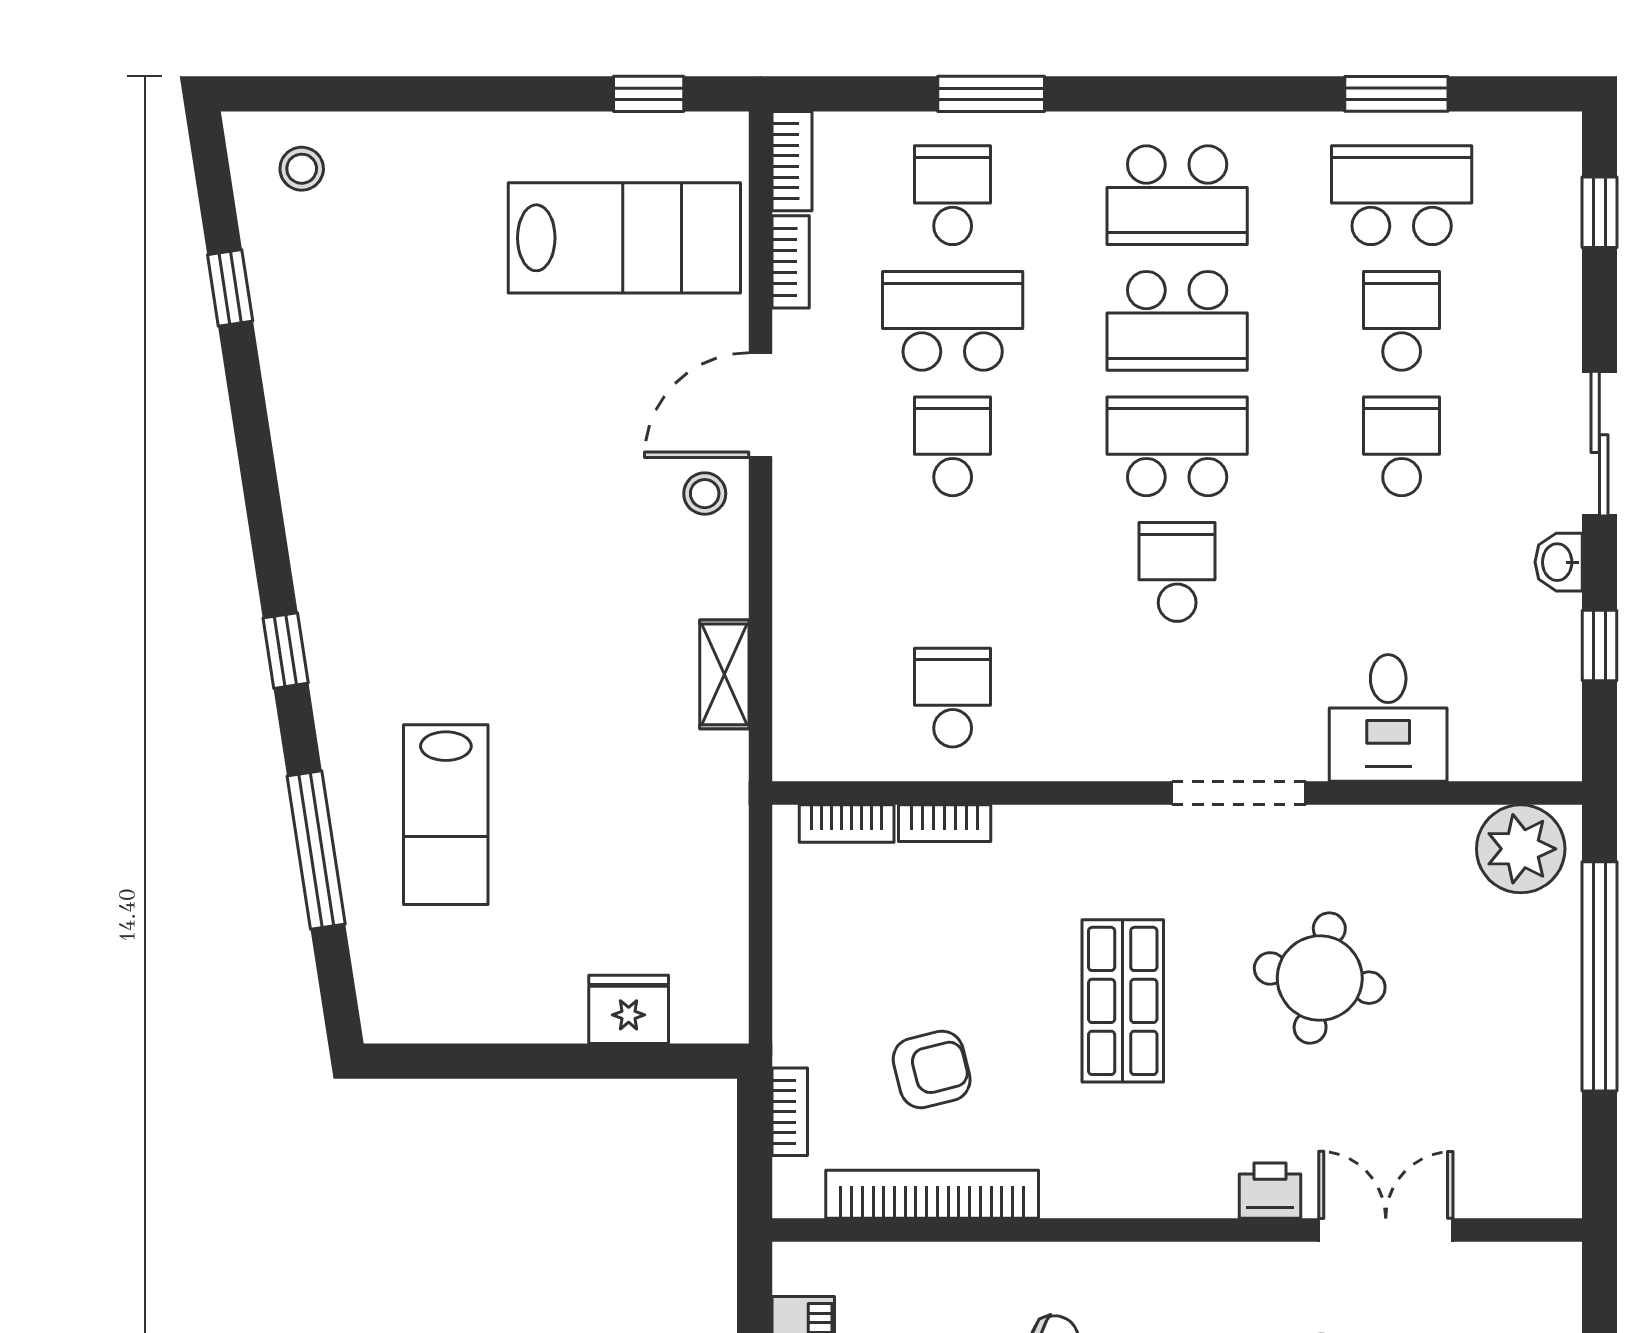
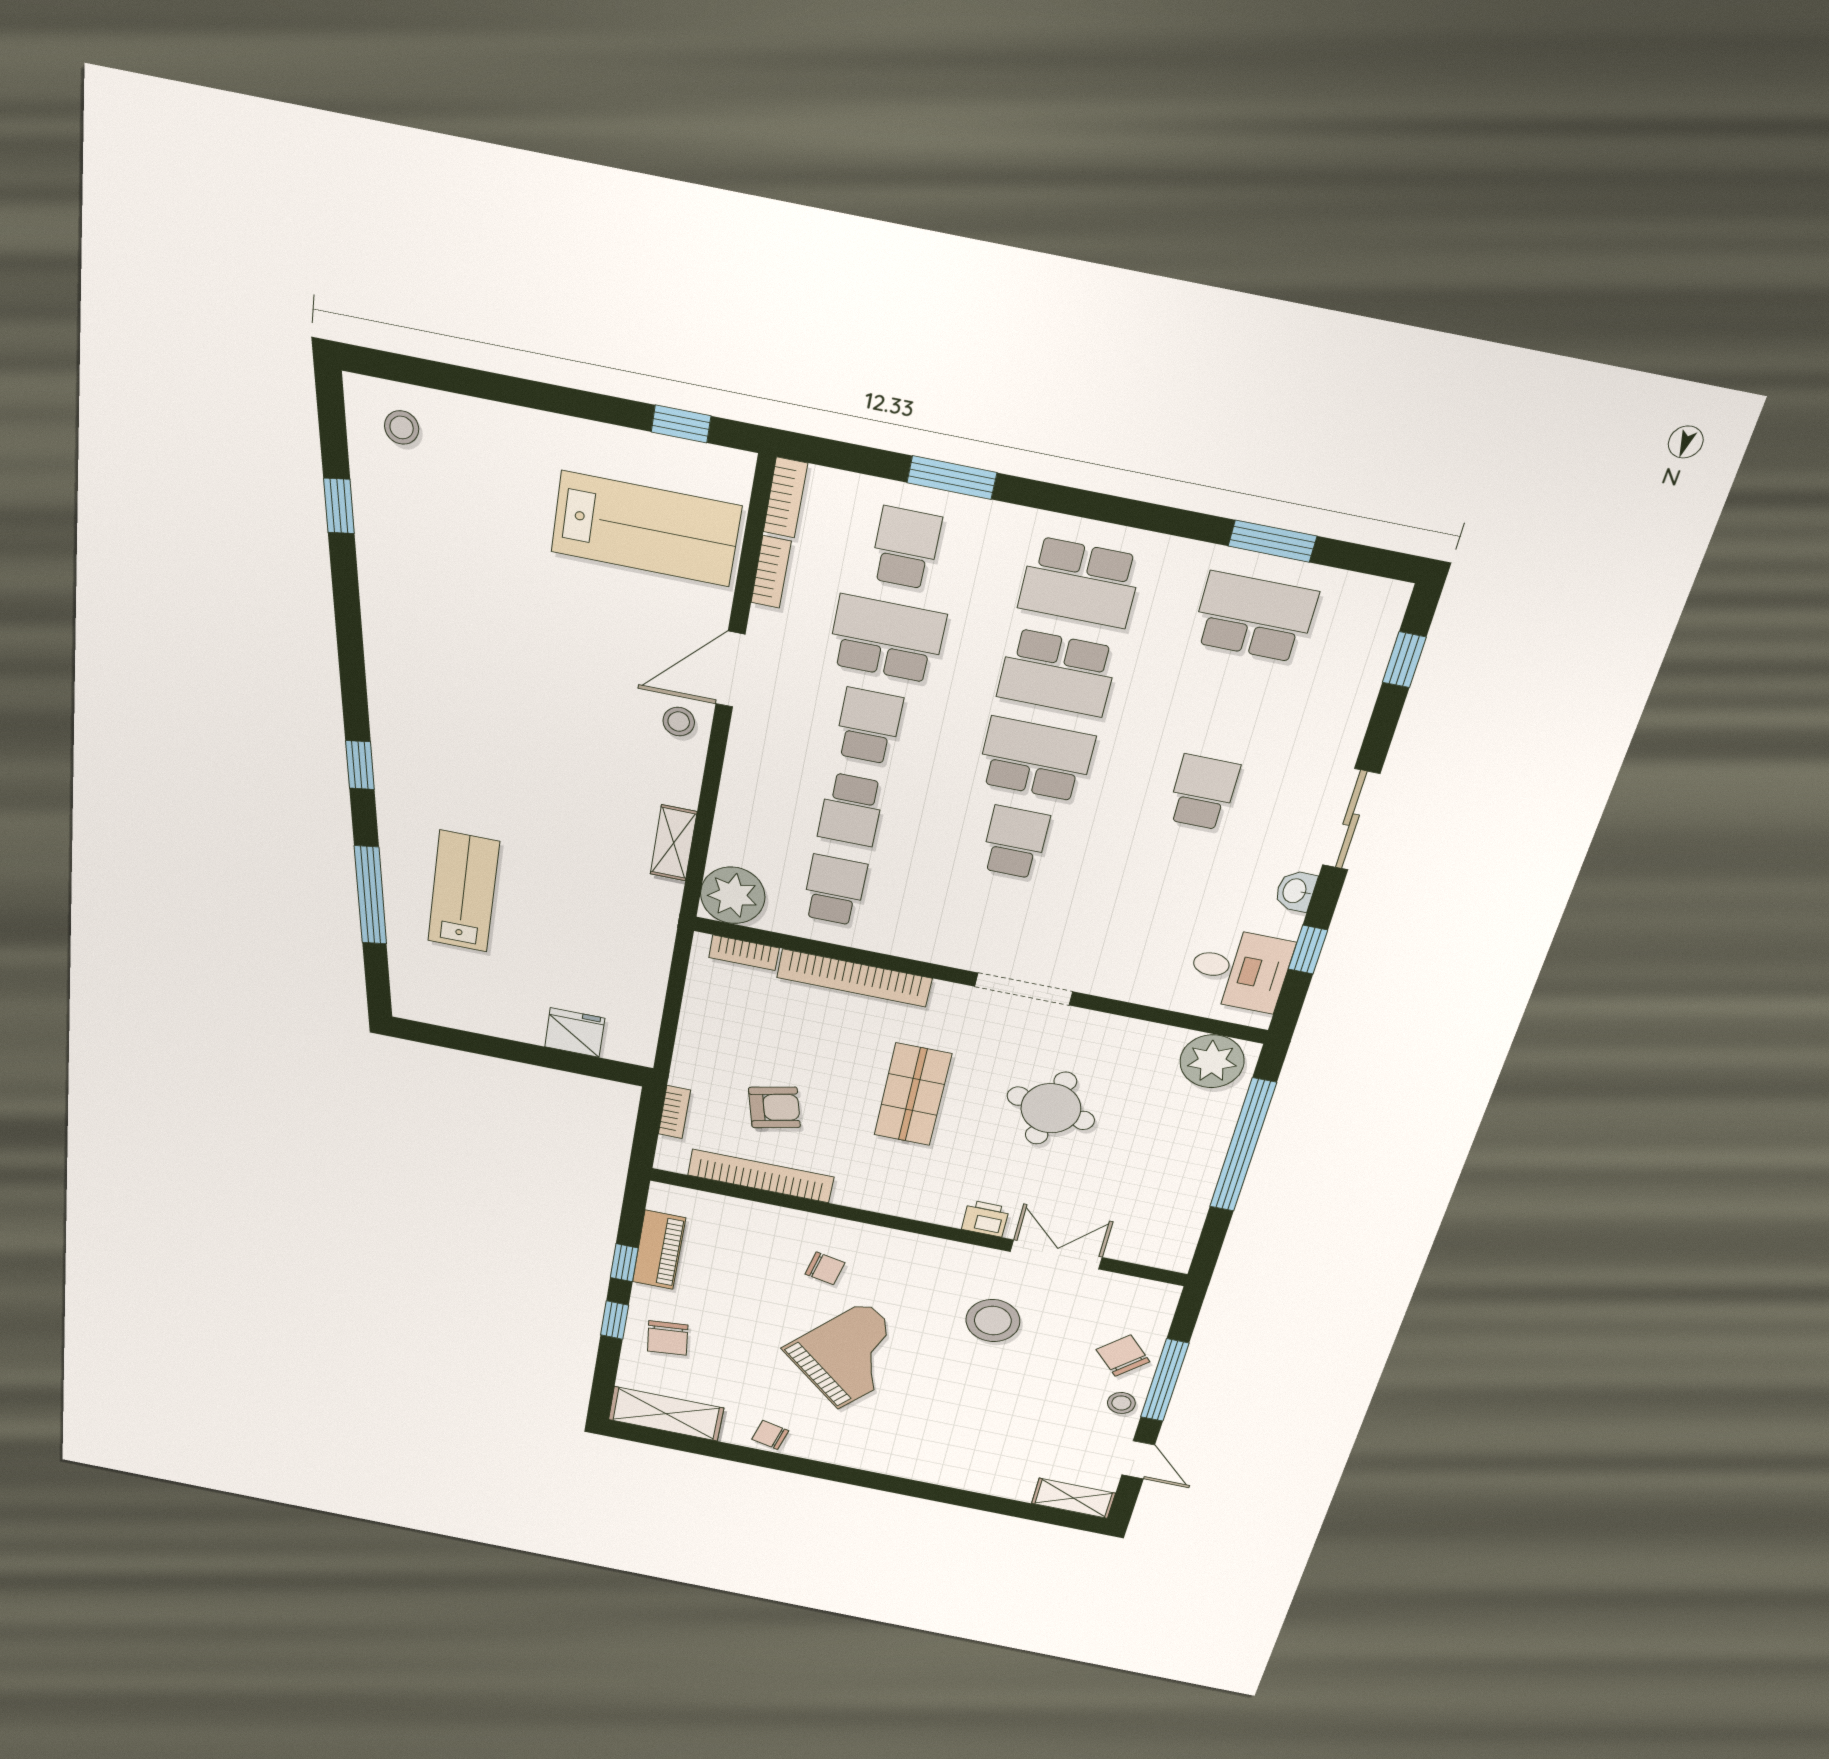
school desk: (1402, 321) -> (851, 810), moved, turned 180
desk: (1388, 718) -> (1239, 970), moved, turned -90
plant: (817, 737) -> (733, 895), added
lab bench: (446, 815) -> (464, 892), turned 180
bookcase: (945, 823) -> (854, 978), width x2.31, depth x1.31

